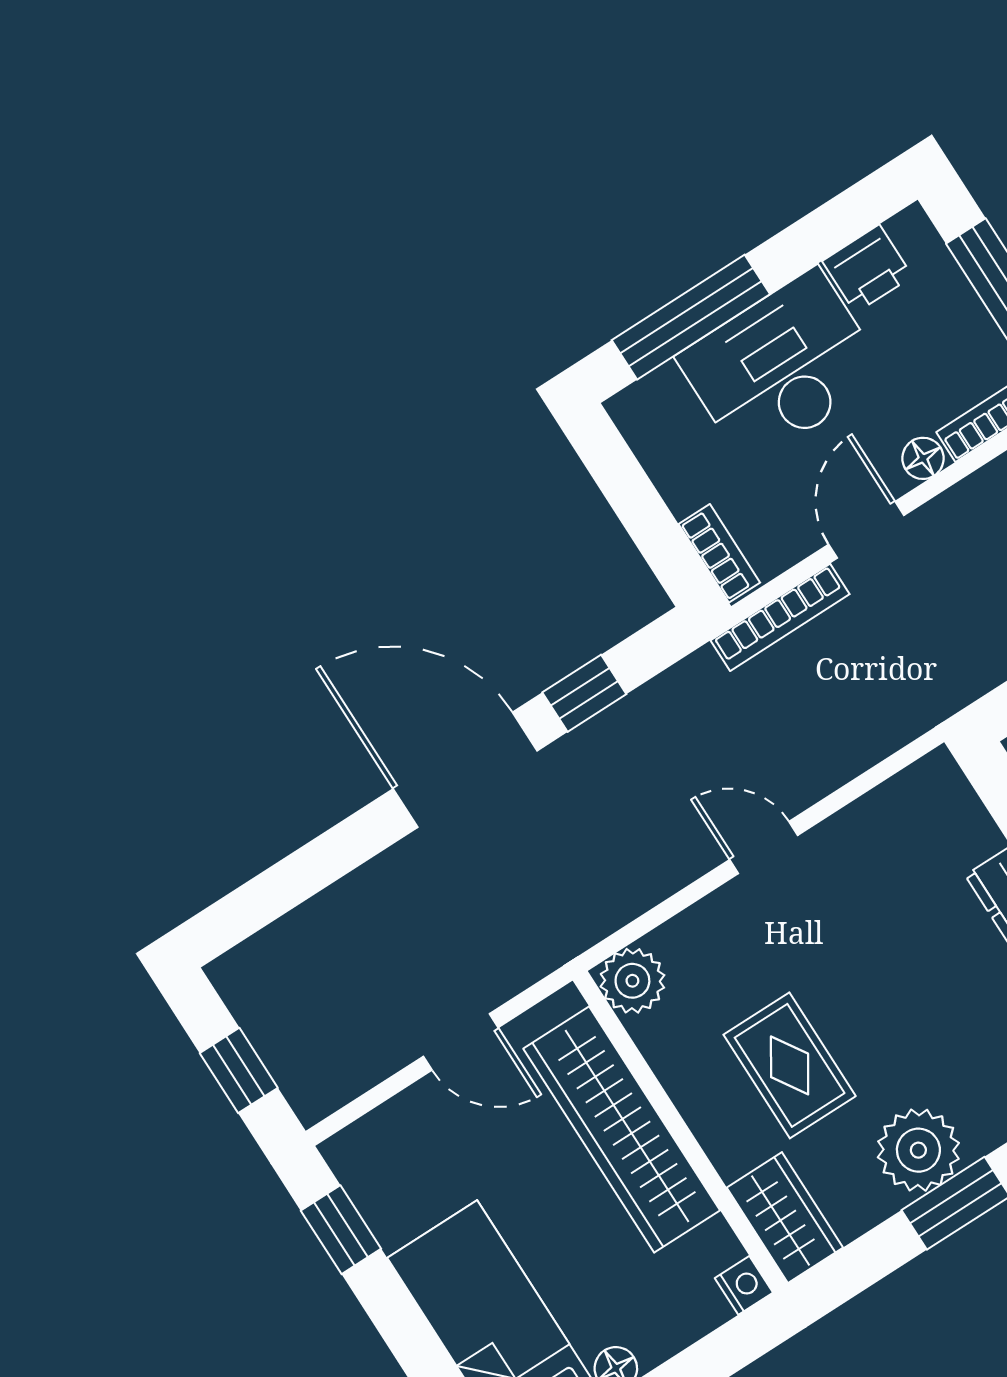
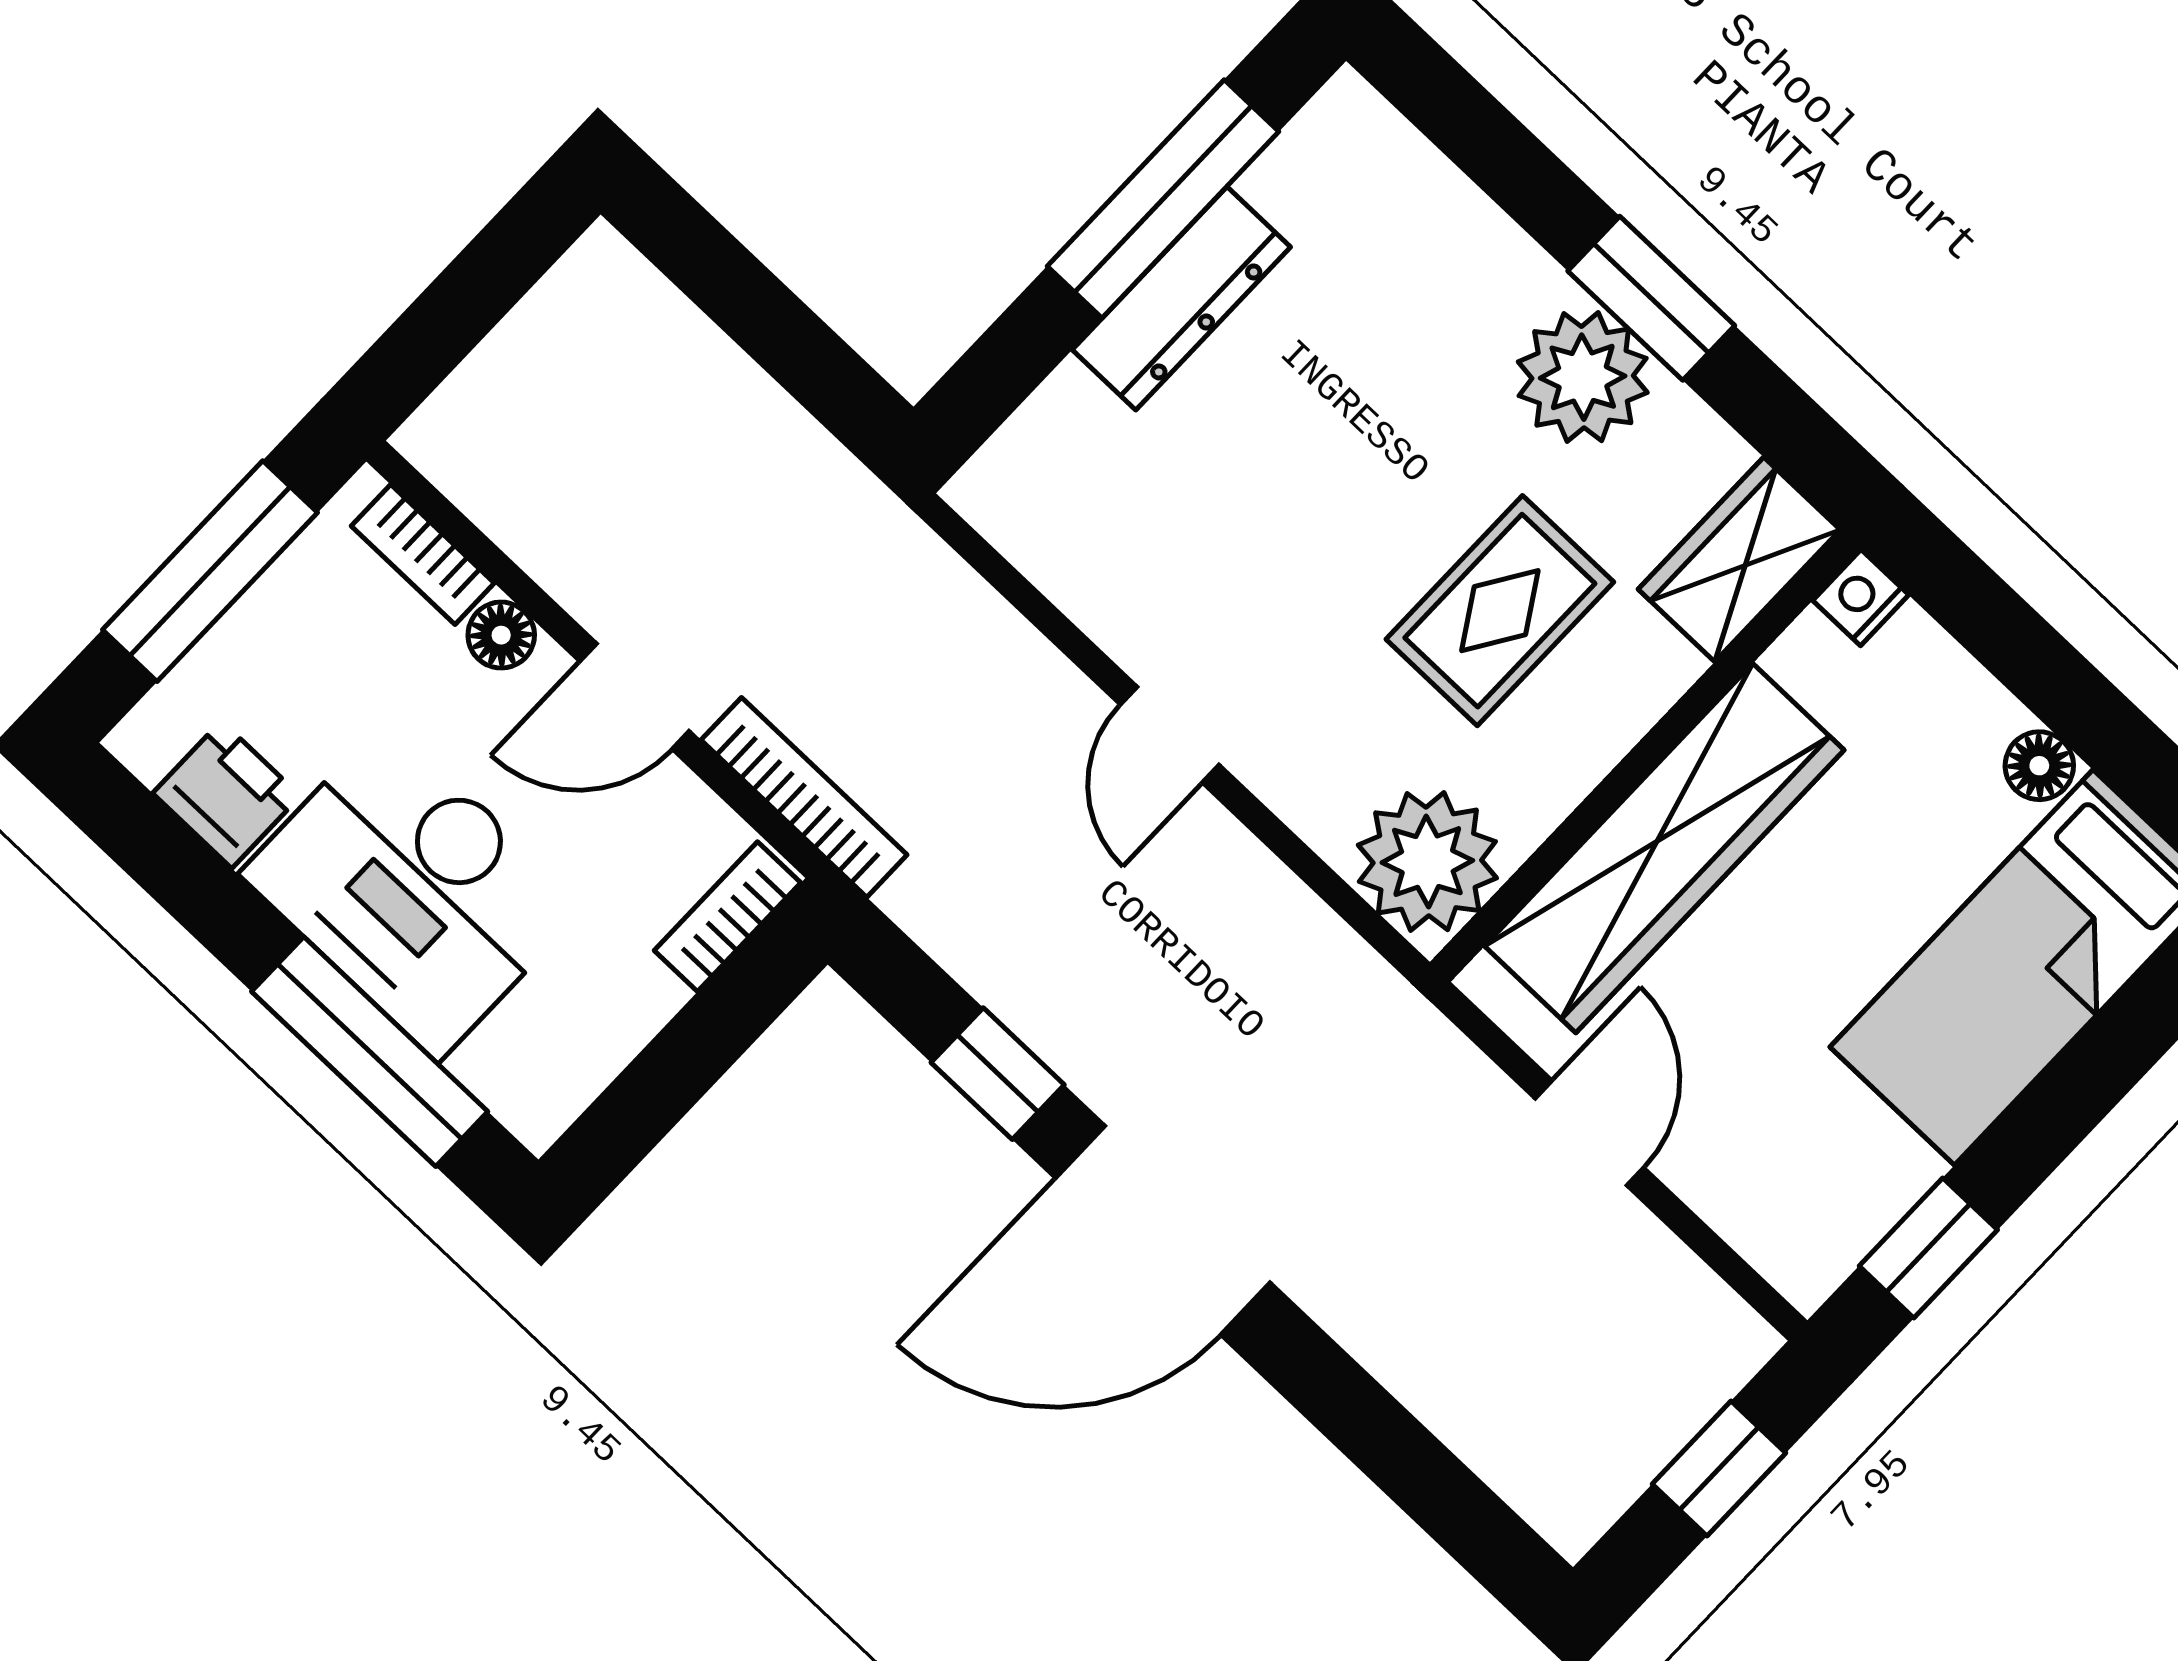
door: (465, 770) -> (1163, 1230), hinge flipped
plant: (632, 981) -> (1427, 862), width x1.36, depth x1.36

